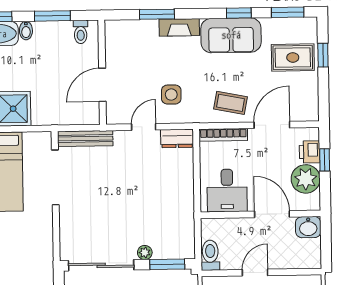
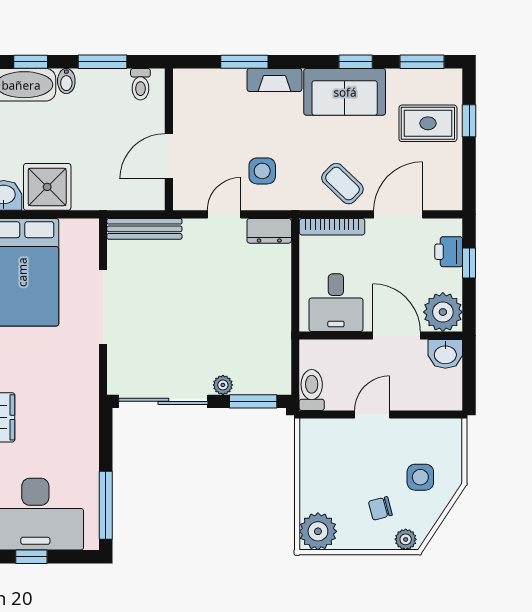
coffee table: (230, 103) -> (342, 184), turned 33
doorway: (55, 177) -> (103, 307), moved
plant: (306, 179) -> (443, 312), moved

